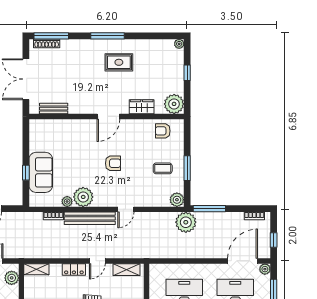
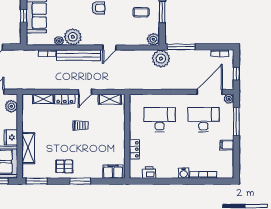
shelving: (36, 269) -> (43, 99), moved

